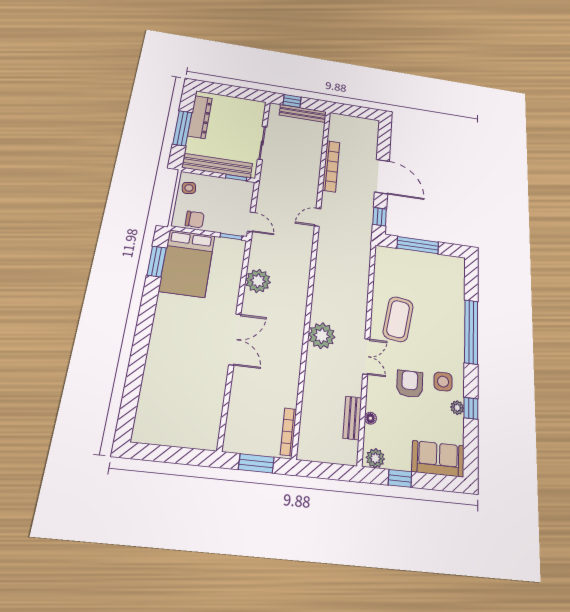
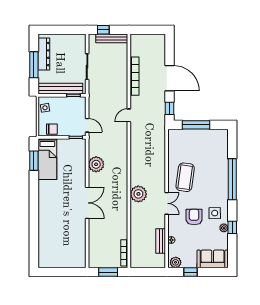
bed: (187, 263) -> (47, 159), width x0.67

